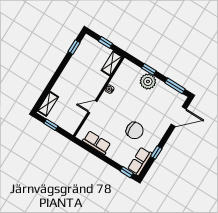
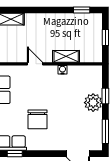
shelving: (112, 63) -> (66, 56), moved
window: (156, 152) -> (15, 154), moved

